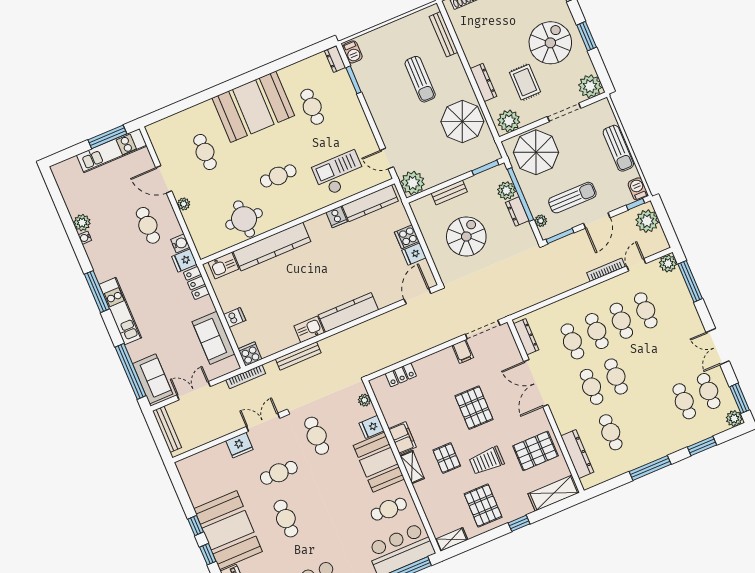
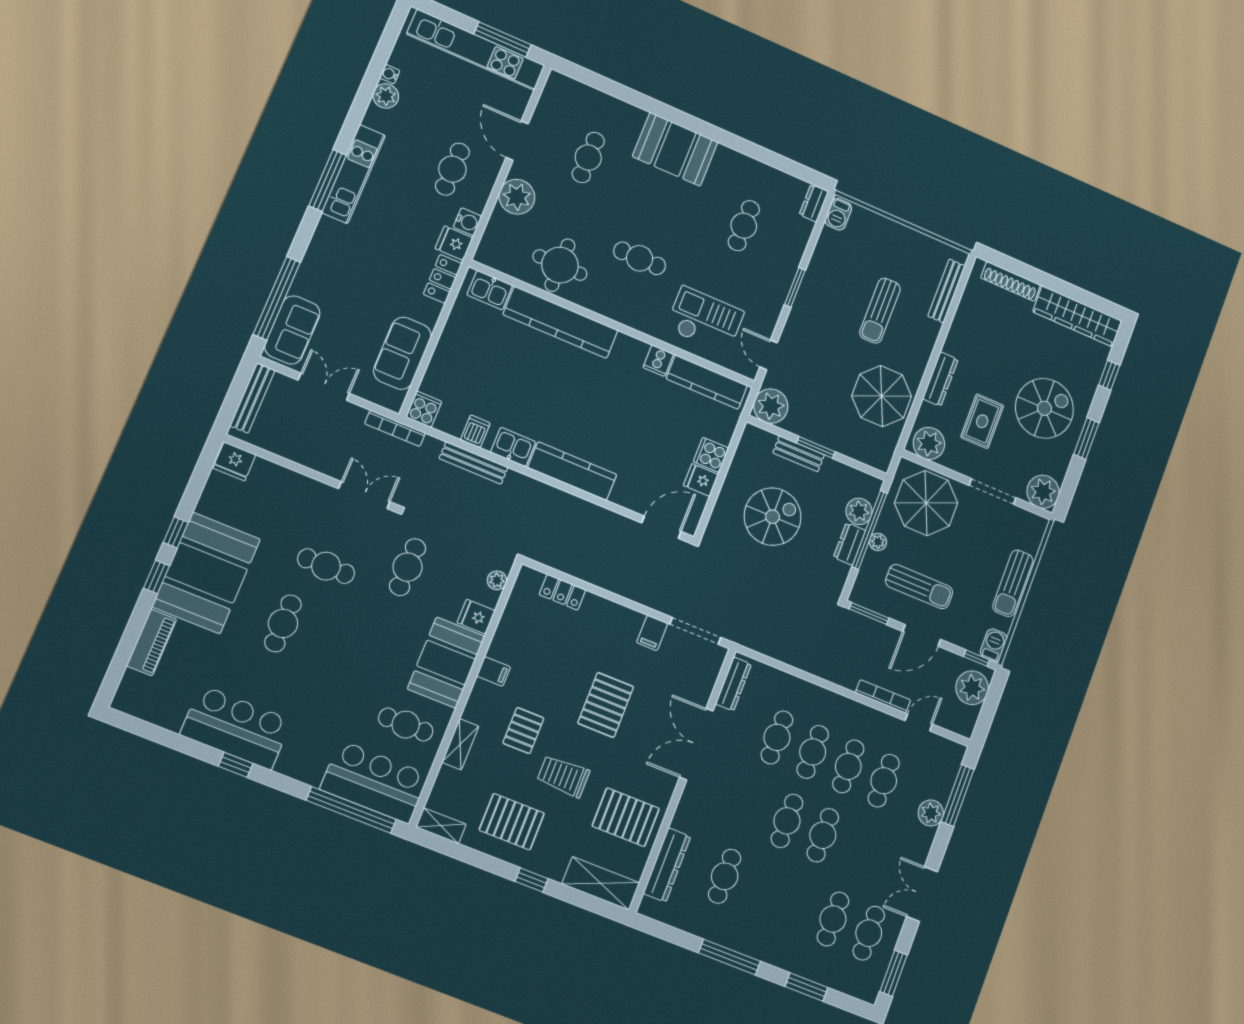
window: (354, 80) -> (795, 287), moved
booth: (253, 107) -> (675, 149), width x0.73, depth x0.70
kitchen unit: (112, 151) -> (476, 50), width x1.36
window: (485, 168) -> (816, 447), moved
plant: (184, 204) -> (517, 197), width x1.88, depth x1.88
plant: (541, 221) -> (878, 542), moved
water cooler: (85, 238) -> (390, 74), moved
plant: (668, 263) -> (931, 813), moved
kitchen unit: (120, 311) -> (354, 174), moved
dishwasher: (235, 317) -> (475, 431), moved, turned -90
cafe table: (592, 387) -> (823, 835), moved
plant: (734, 419) -> (868, 990), removed
filing cabinet: (402, 438) -> (493, 671), width x0.50
fridge: (239, 445) -> (234, 461), moved
shelving: (412, 467) -> (460, 744), moved
pallet: (483, 505) -> (512, 822), turned 90

